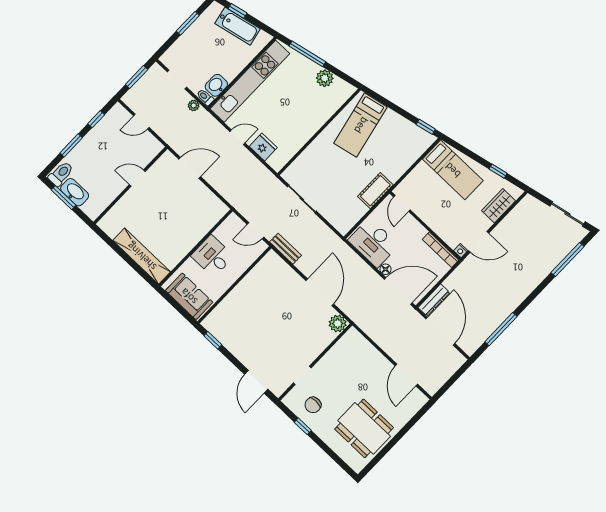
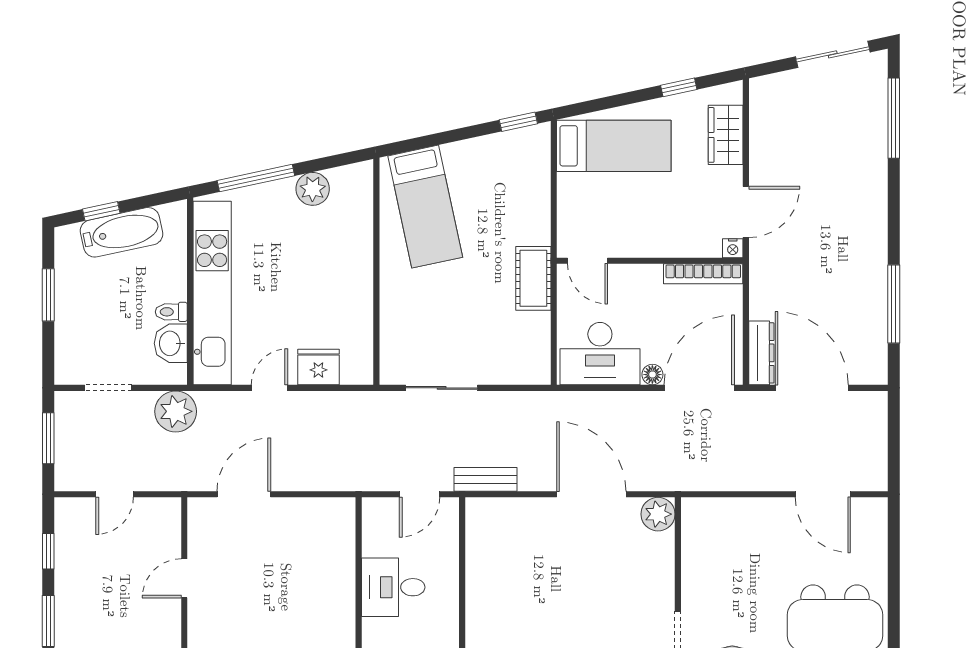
toilet: (205, 97) -> (171, 312), moved
plant: (194, 105) -> (176, 411), width x1.87, depth x1.87

